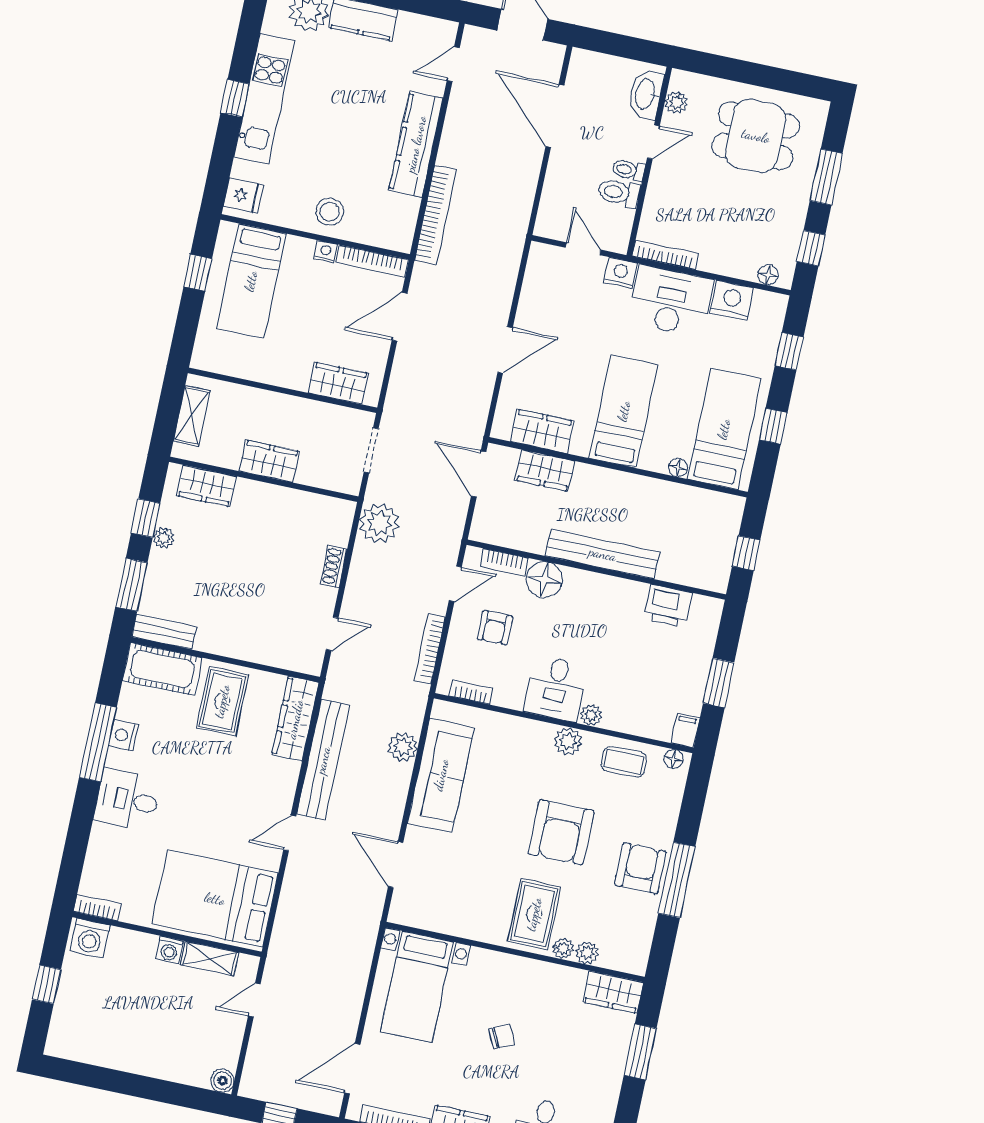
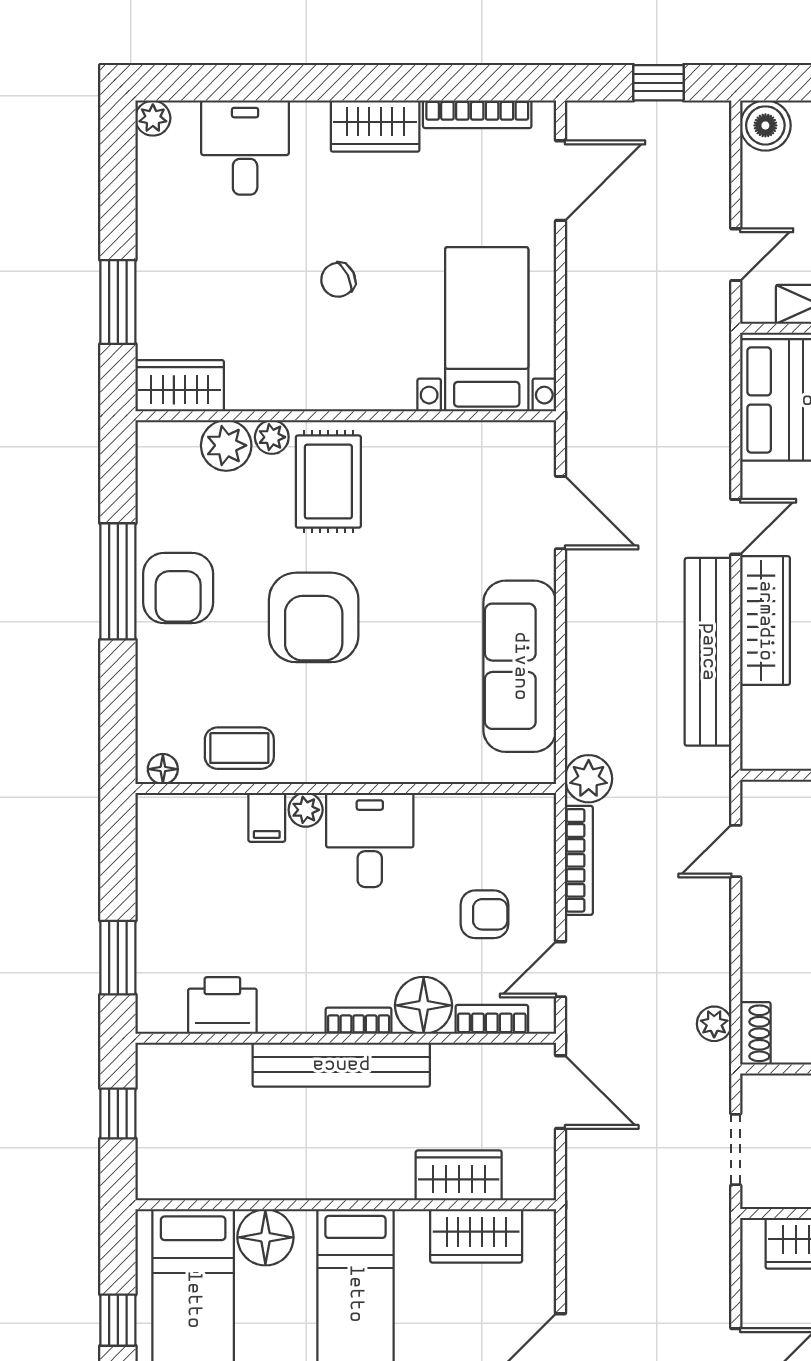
floor lamp: (678, 468) -> (265, 1237), width x1.89, depth x1.89
door: (479, 474) -> (560, 1092), moved
plant: (379, 523) -> (714, 1024), width x0.53, depth x0.53
shoe rack: (334, 567) -> (755, 1033), moved
armchair: (495, 628) -> (484, 914), turned 90
window: (719, 683) -> (118, 958), moved
bookcase: (471, 692) -> (359, 1021), moved, turned 180
wardrobe: (295, 719) -> (765, 621), moved
filing cabinet: (685, 730) -> (267, 817), moved
plant: (568, 741) -> (333, 762), removed
plant: (403, 747) -> (589, 779), moved
armchair: (561, 832) -> (314, 617), turned 180
plant: (587, 953) -> (226, 445), width x1.38, depth x1.38
boiler: (222, 1081) -> (765, 125), width x1.36, depth x1.36

